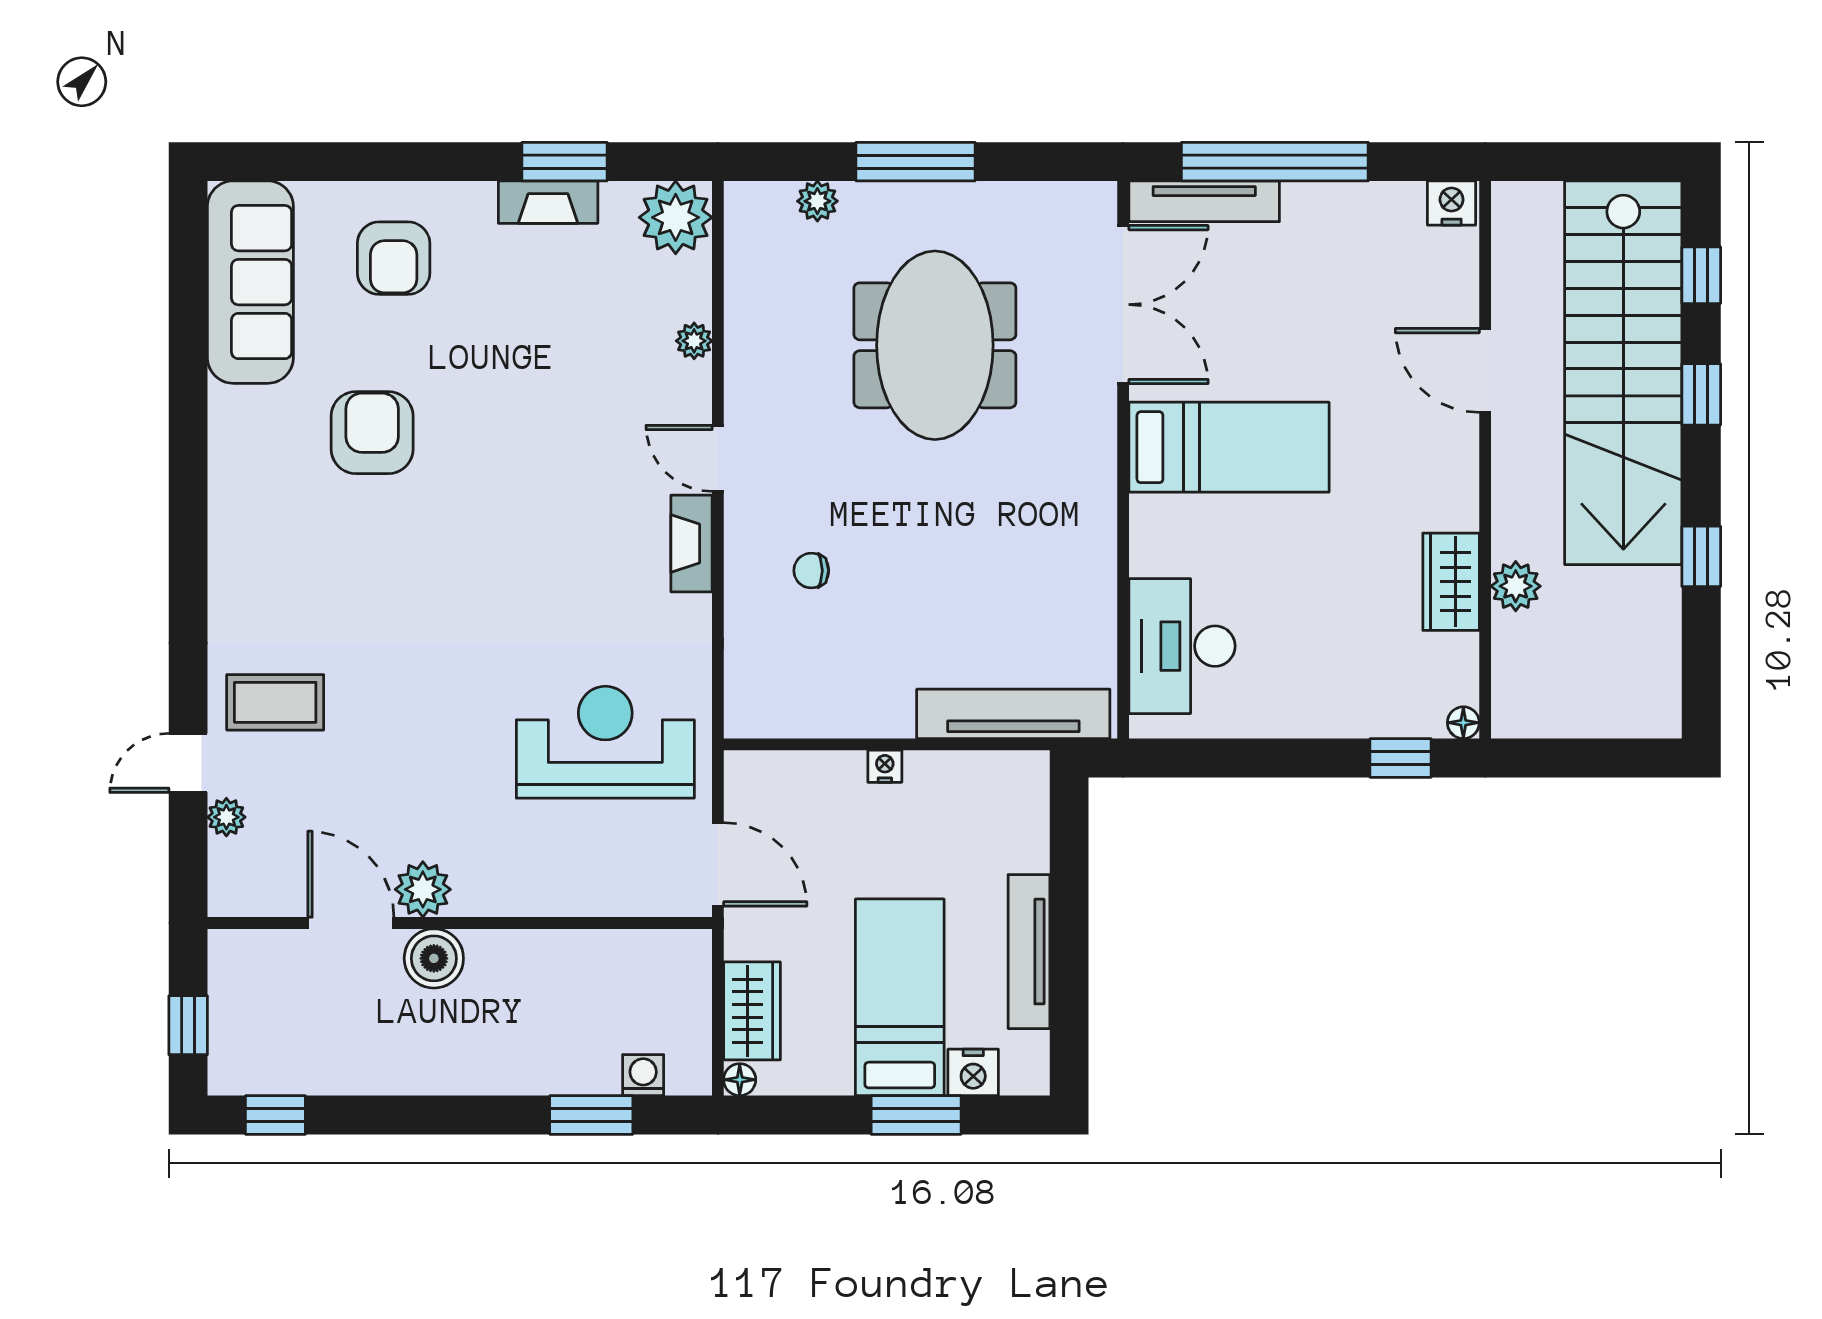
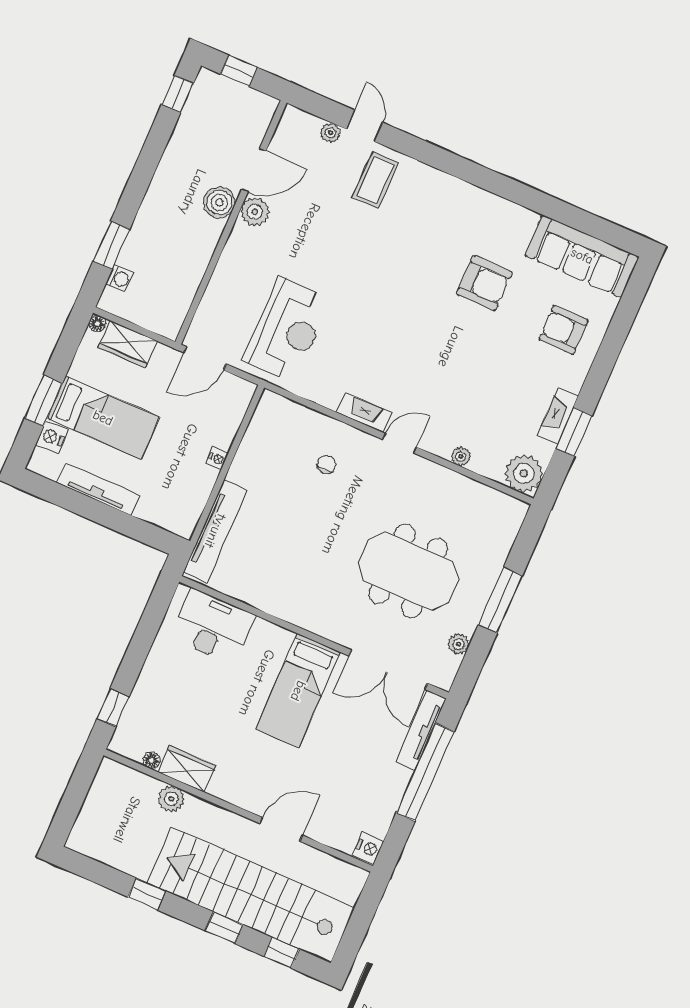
plant: (817, 201) -> (459, 644), moved
floor lamp: (1463, 723) -> (152, 760), moved

